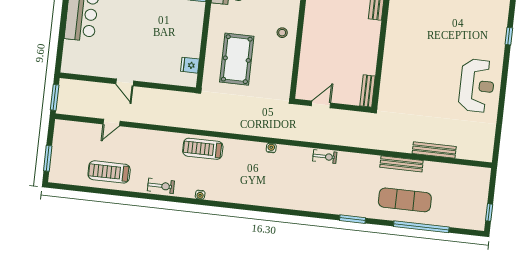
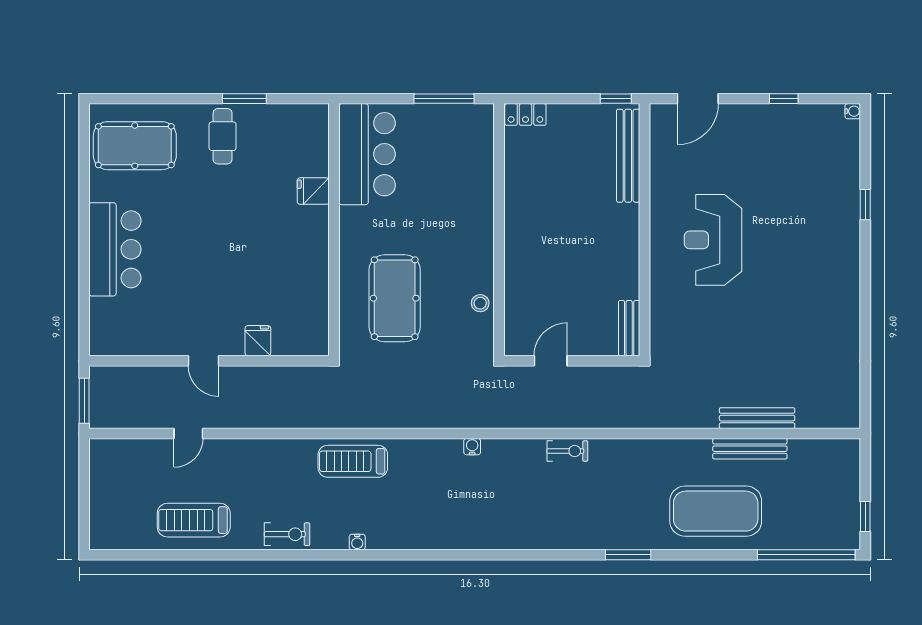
stool: (282, 33) -> (480, 303), moved
fridge: (190, 65) -> (258, 341), moved, turned 90
reception desk: (477, 86) -> (713, 240), moved, turned 180
window: (48, 158) -> (84, 508), removed
bench: (401, 164) -> (750, 449), moved
exercise mat: (405, 200) -> (716, 511), width x1.47
window: (421, 227) -> (806, 555), moved

